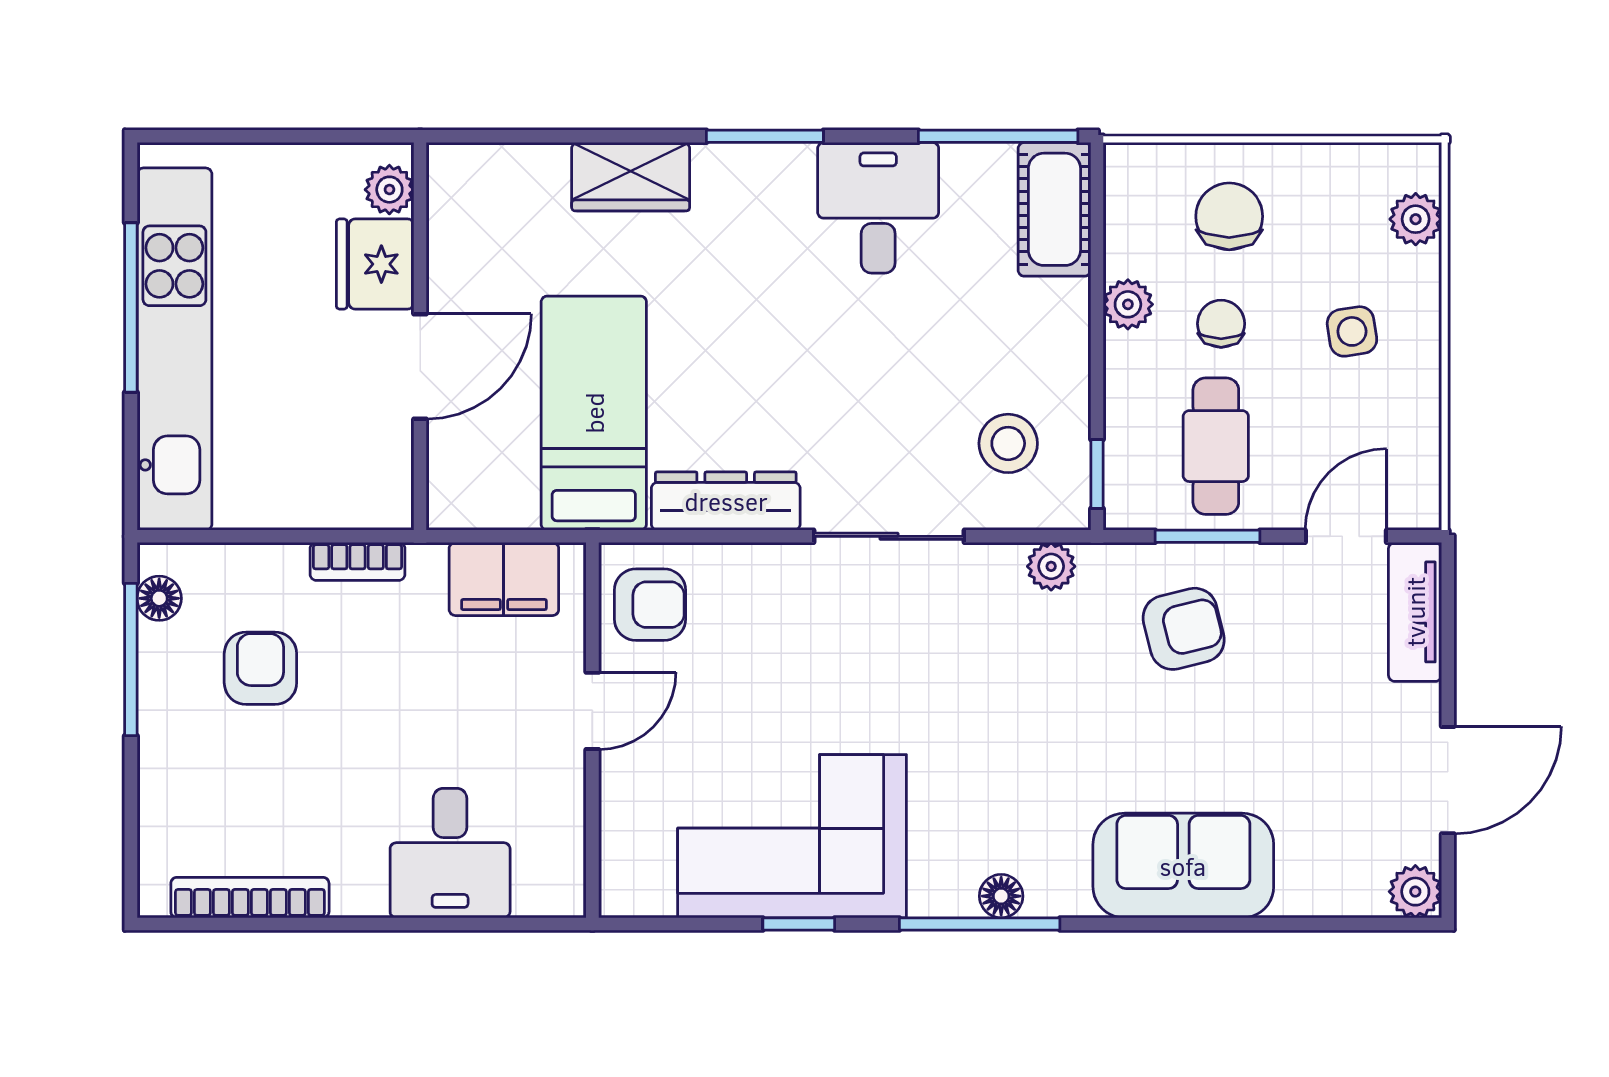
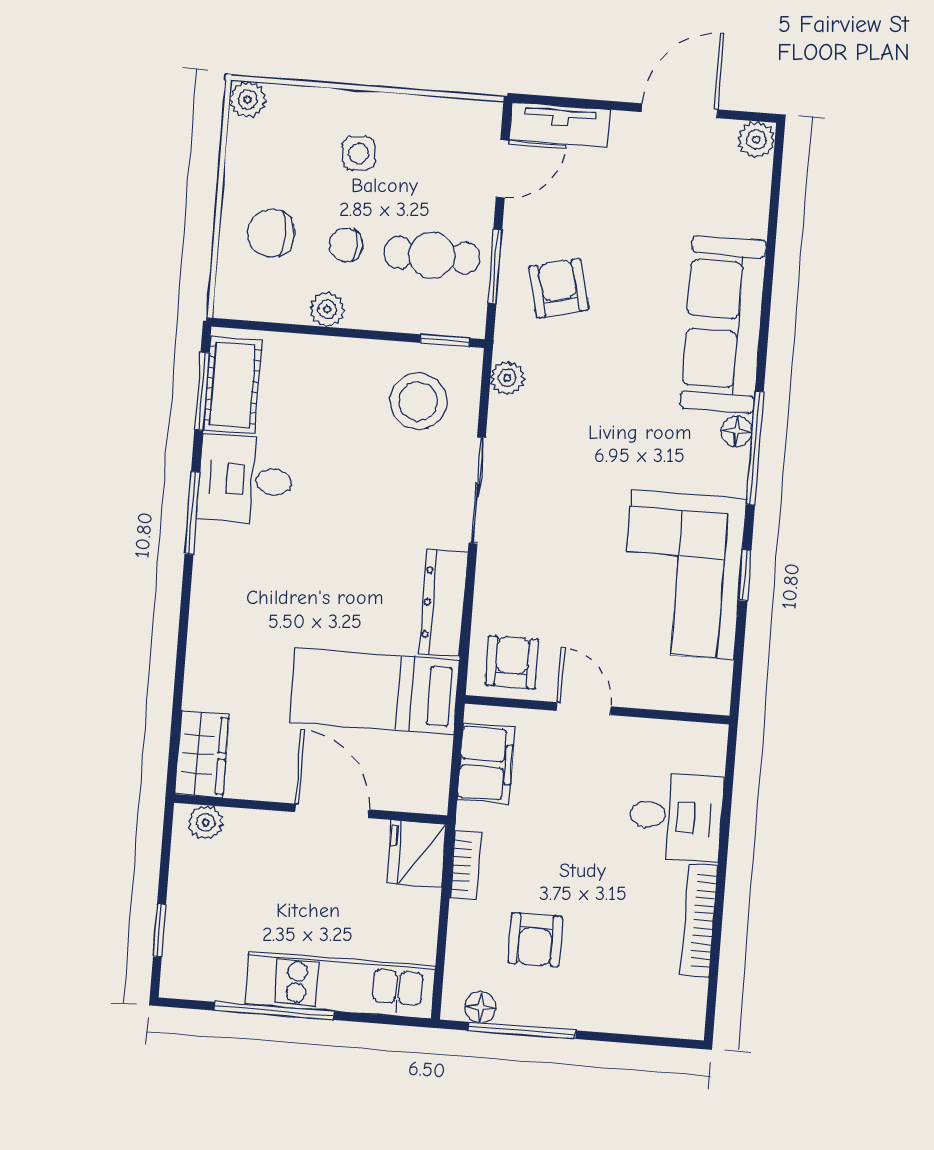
window: (232, 136) -> (159, 930), added
window: (765, 136) -> (192, 513), moved
window: (998, 136) -> (202, 391), width x0.69
wardrobe: (631, 177) -> (202, 754), moved
cot: (1054, 209) -> (232, 385), moved, turned 90
plant: (1416, 219) -> (248, 99), moved
fridge: (375, 264) -> (417, 854), moved, turned 90
kitchen unit: (174, 349) -> (340, 985), width x0.73
stool: (1008, 443) -> (418, 401), width x1.38, depth x1.38
door: (1346, 536) -> (503, 169), swing flipped
armchair: (260, 668) -> (535, 940), turned -90
door: (1448, 780) -> (680, 111), hinge flipped
sofa: (1183, 866) -> (723, 324), width x1.36
bookcase: (250, 898) -> (699, 920), moved

